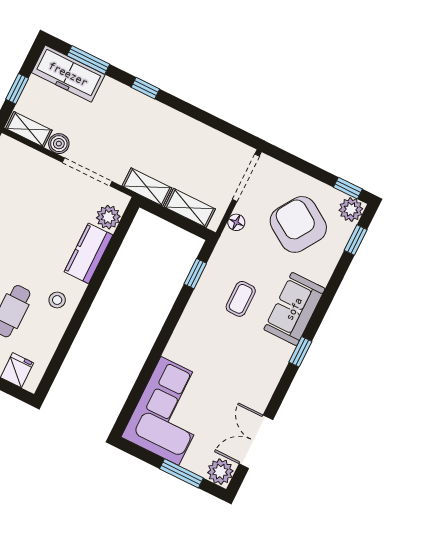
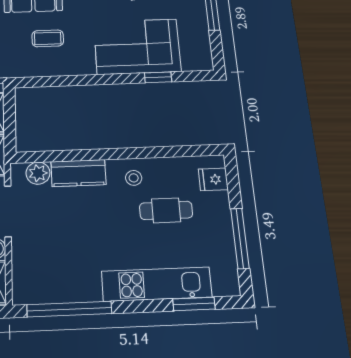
window: (195, 274) -> (158, 77), moved
corner sofa: (170, 411) -> (137, 47), moved

